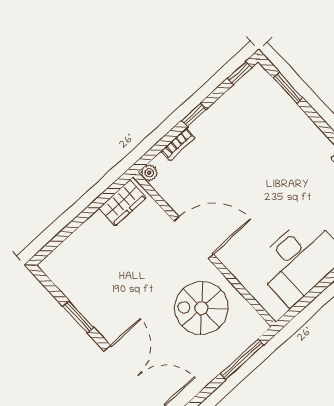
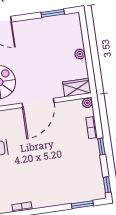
wardrobe: (122, 203) -> (77, 88), moved, turned 90
plant: (91, 226) -> (80, 54), added
window: (78, 317) -> (53, 13), moved

